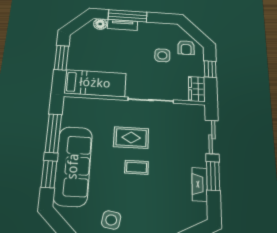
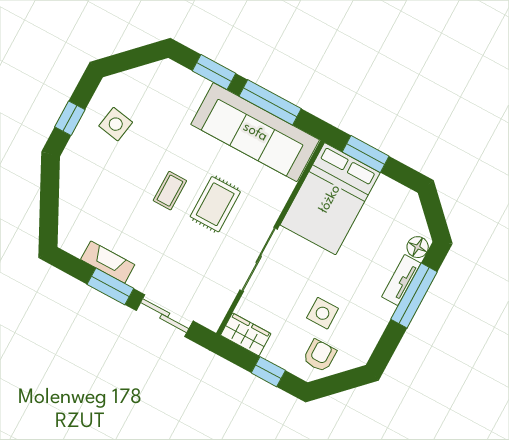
armchair: (186, 48) -> (320, 356), turned 90
window: (61, 58) -> (366, 154), moved
bed: (95, 83) -> (330, 199), width x1.50
sofa: (73, 166) -> (255, 132), moved

